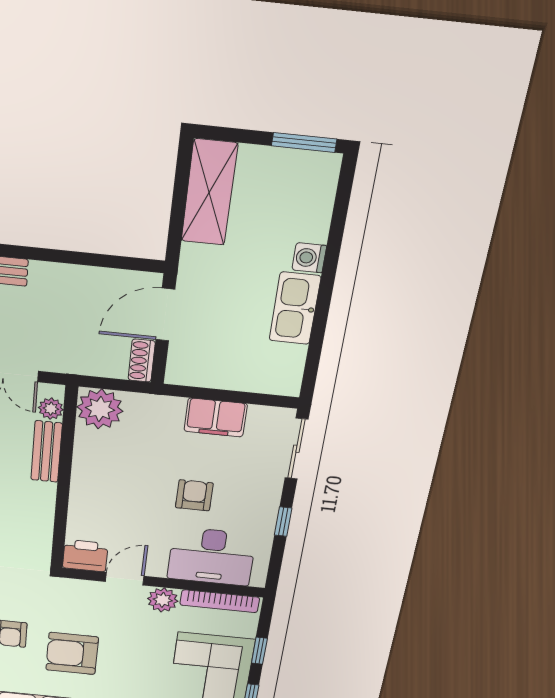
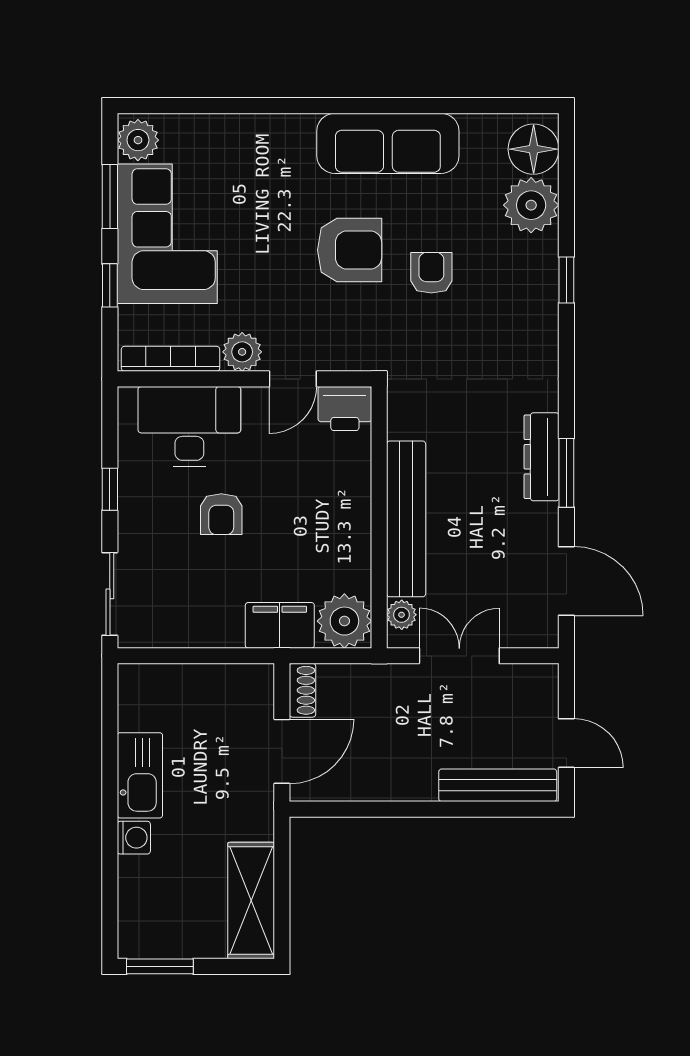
filing cabinet: (216, 417) -> (280, 625), moved
bench: (47, 452) -> (406, 519), width x1.86, depth x1.21

